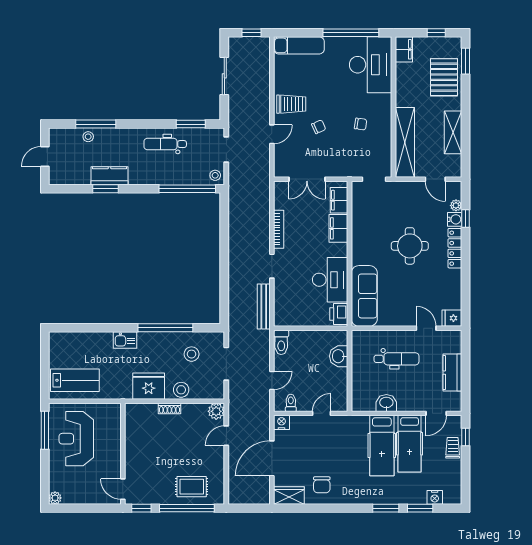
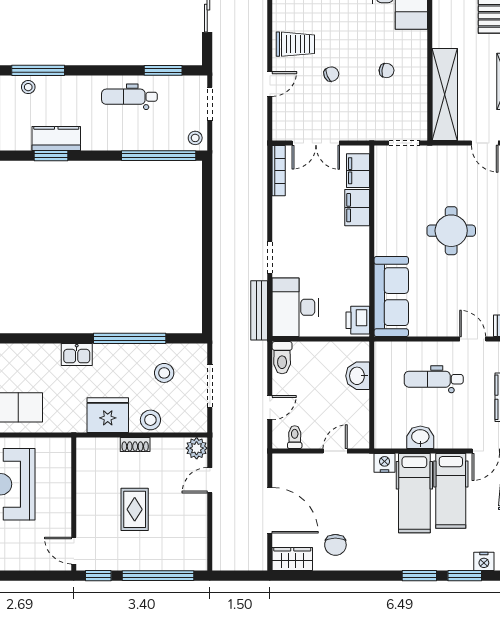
bookcase: (279, 229) -> (279, 171), moved
desk: (330, 280) -> (295, 307), moved, turned 180
dental chair: (397, 359) -> (434, 379), turned 180
nightstand: (282, 422) -> (385, 463), moved
door: (272, 458) -> (270, 510), swing flipped
rug: (192, 487) -> (135, 509), moved, turned 90

